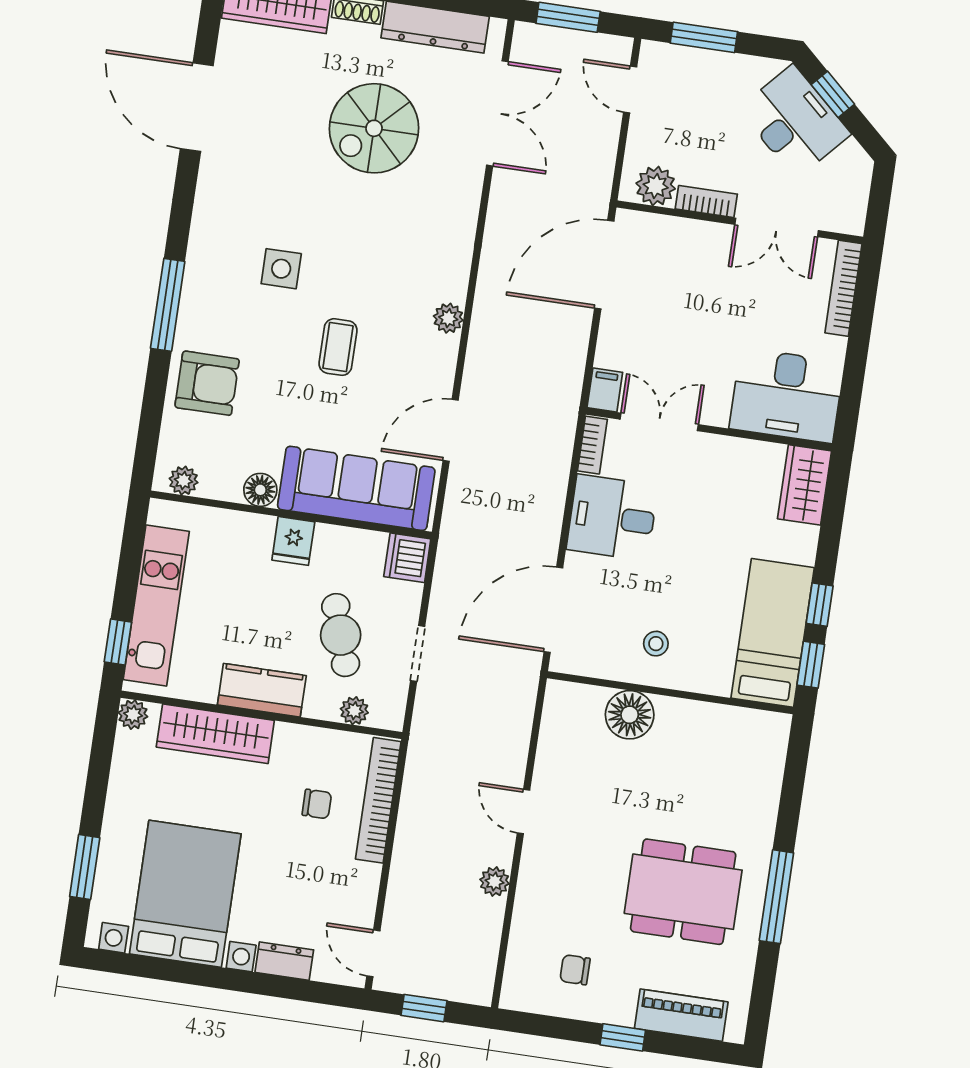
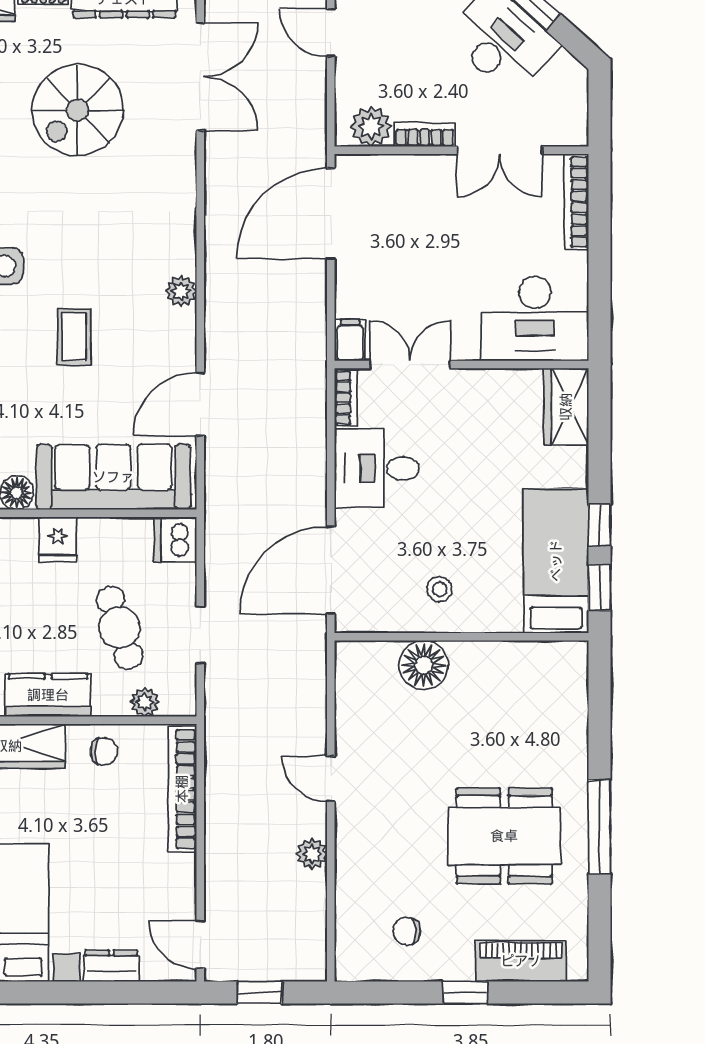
chair: (317, 804) -> (104, 752), moved

